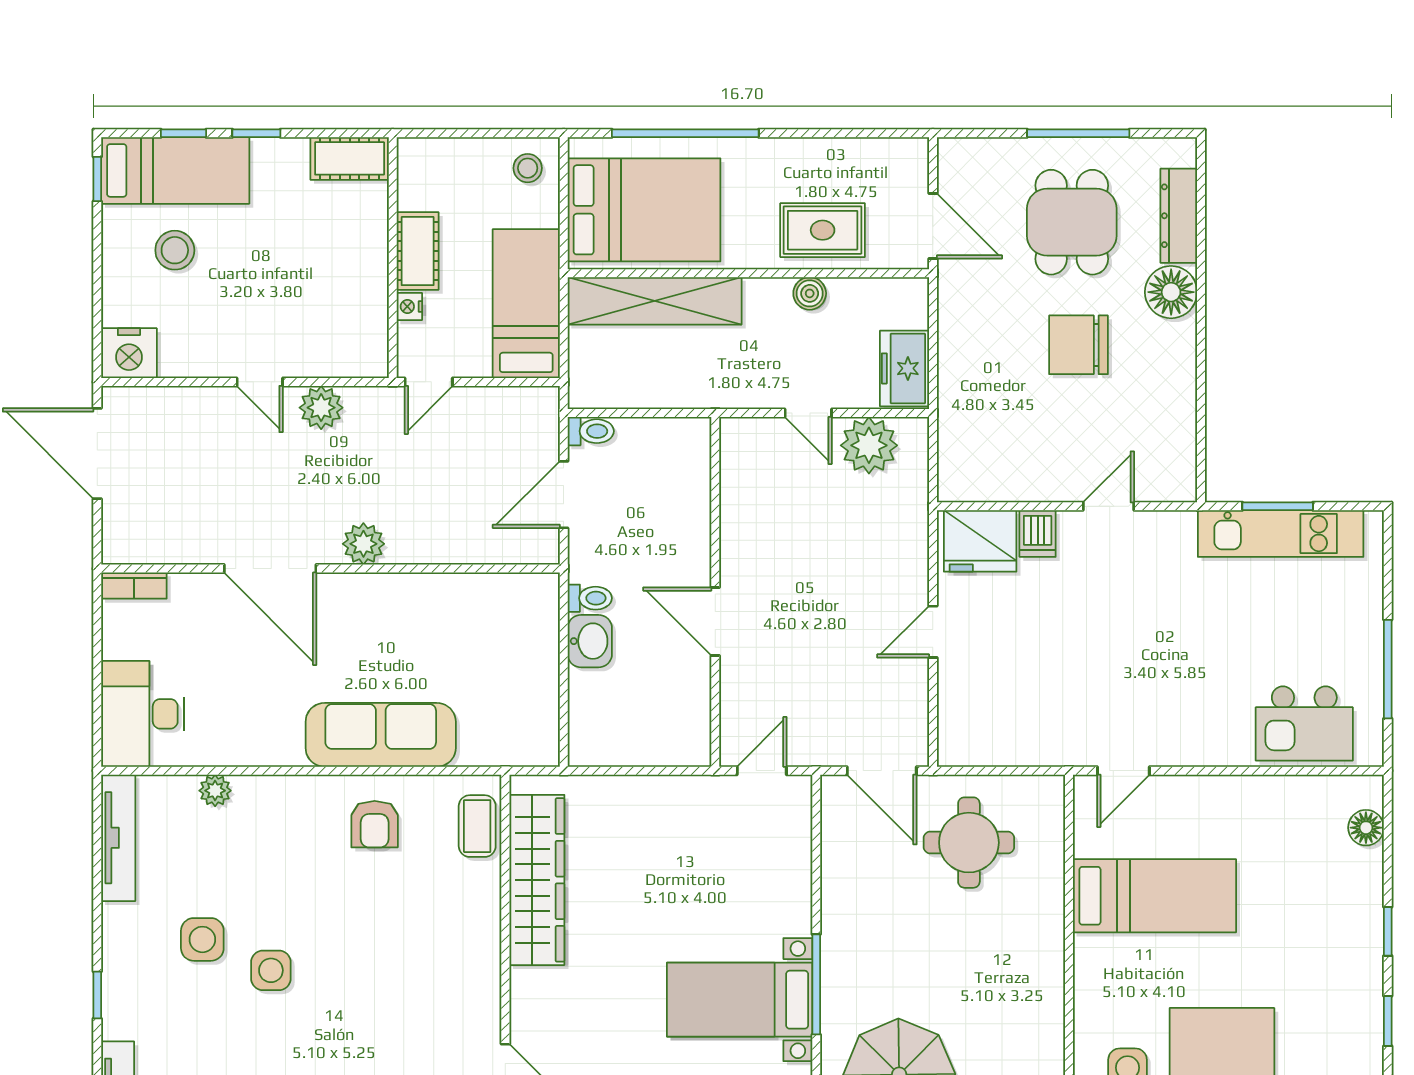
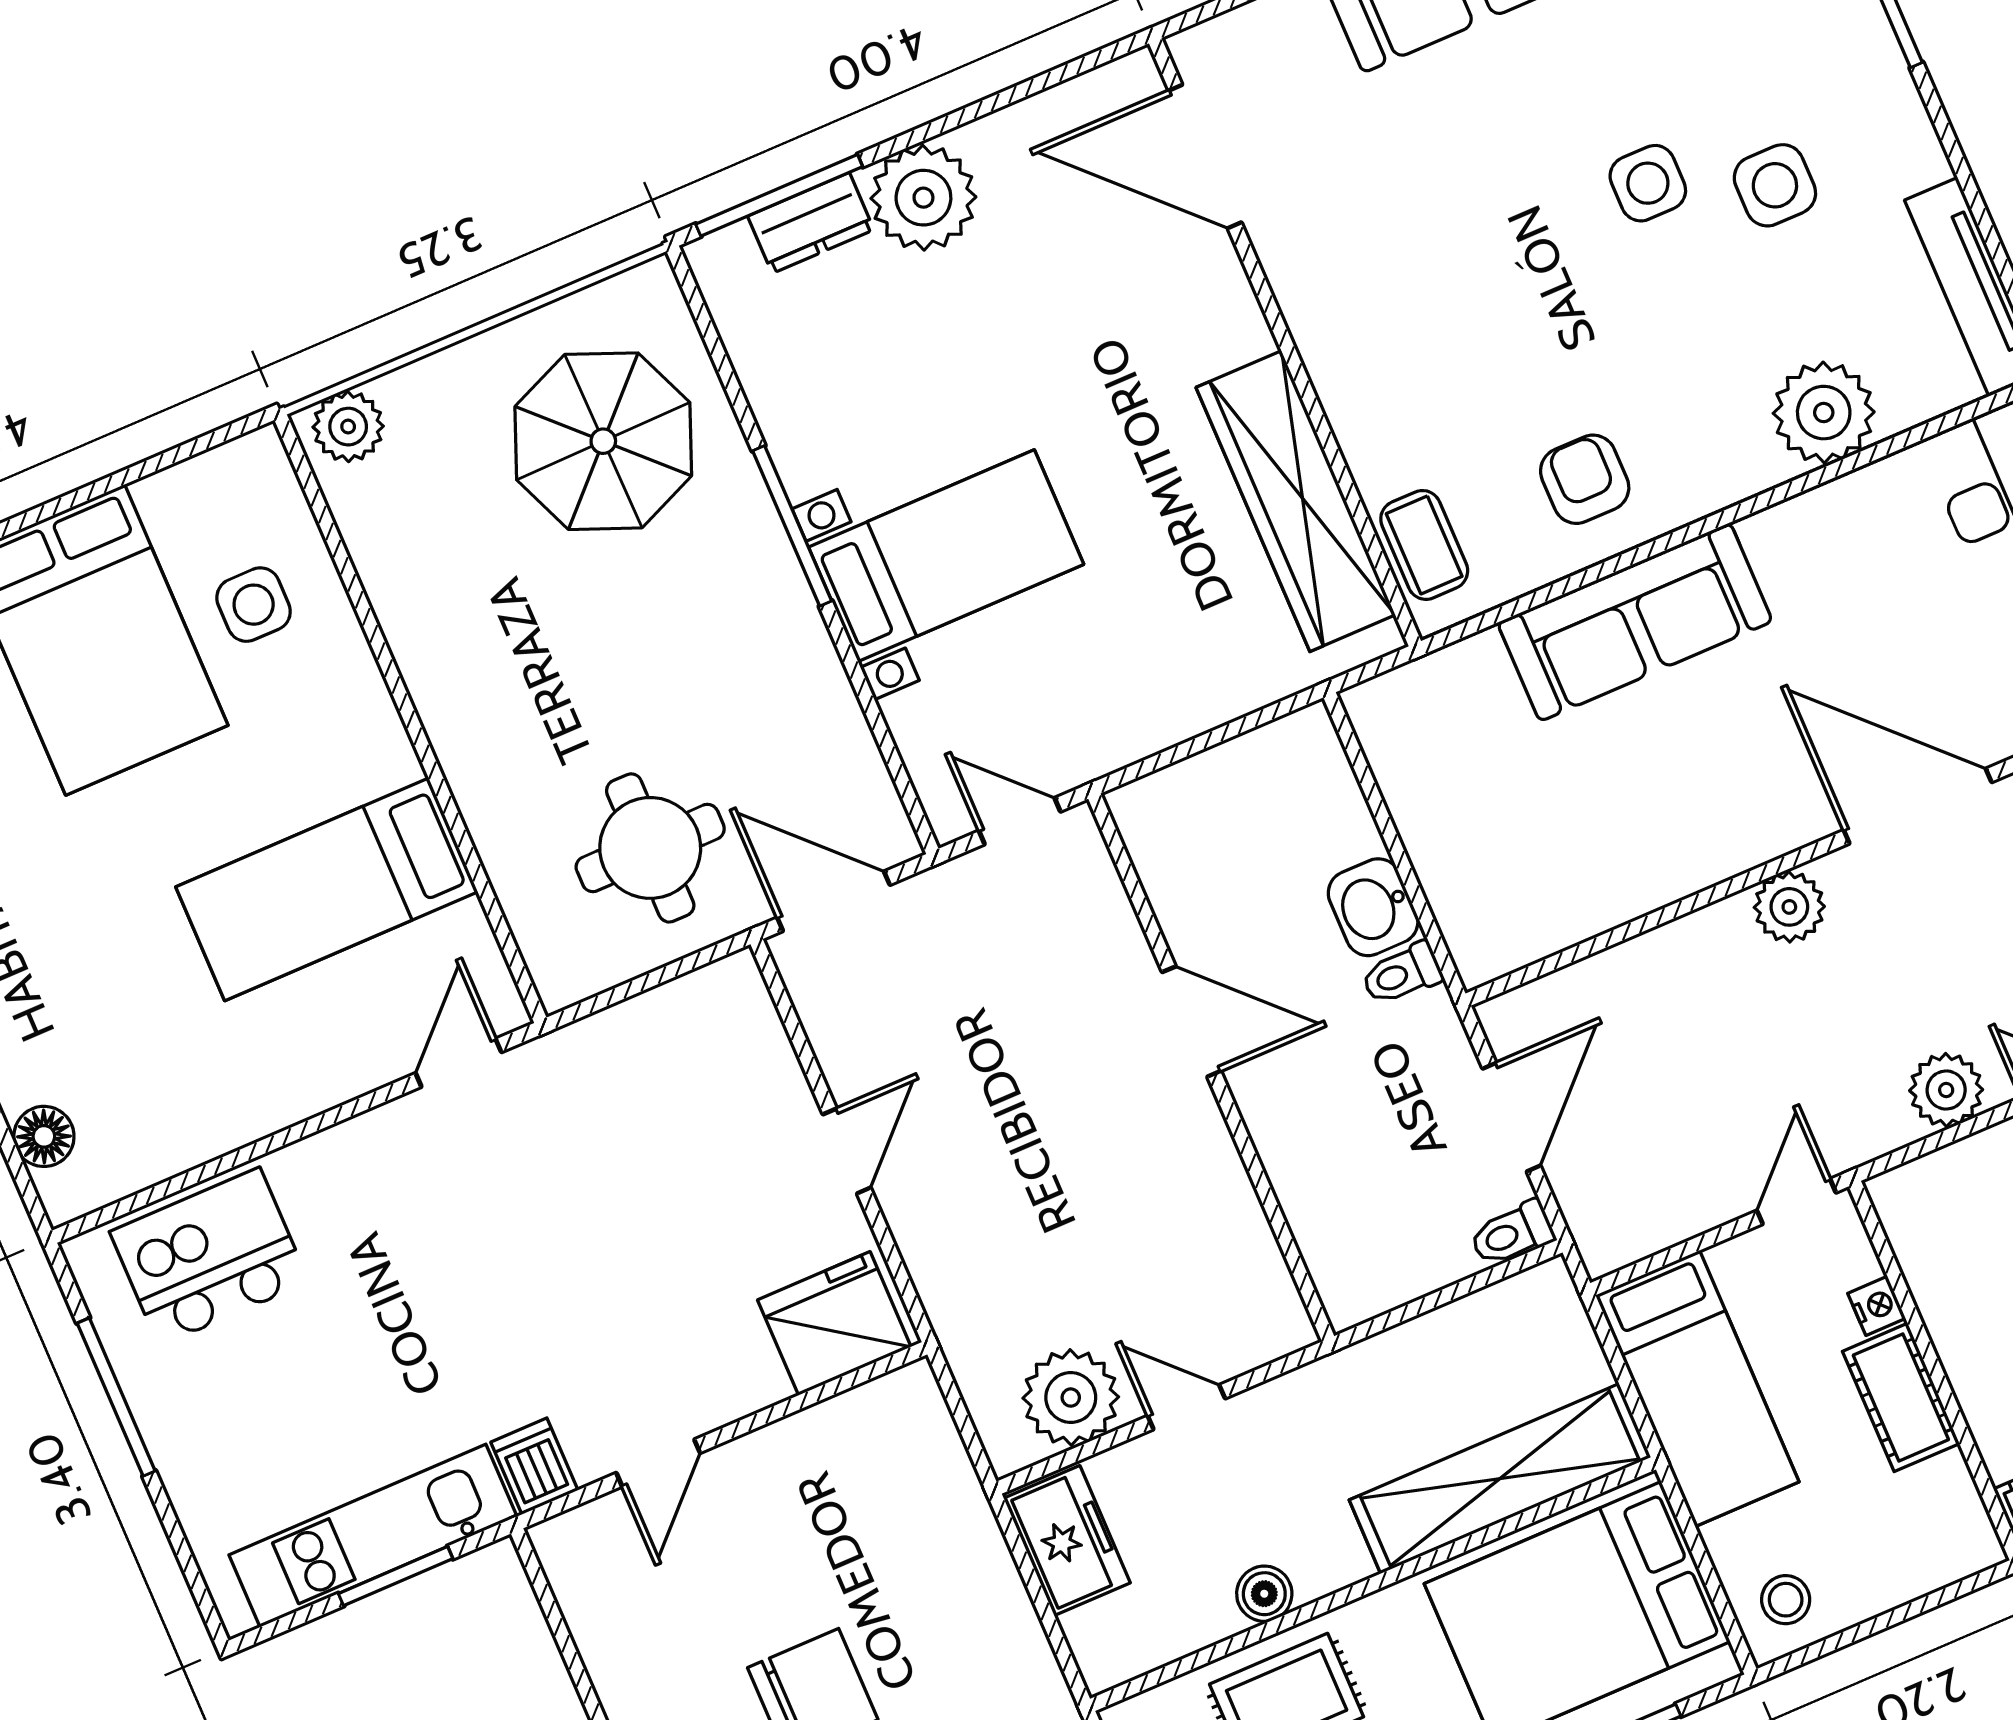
dishwasher: (1038, 534) -> (534, 1466), moved
door: (762, 771) -> (1020, 821), swing flipped
plant: (215, 791) -> (1824, 413), width x1.87, depth x1.87
bed with nightstands: (740, 1000) -> (946, 556), moved

